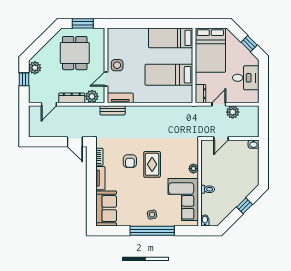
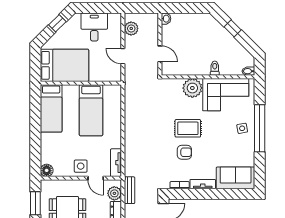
floor lamp: (113, 34) -> (47, 170), added
dresser: (200, 94) -> (111, 76), removed
bench: (113, 110) -> (129, 190), moved
plant: (233, 112) -> (131, 28), moved
plant: (193, 169) -> (192, 88), width x1.87, depth x1.87

